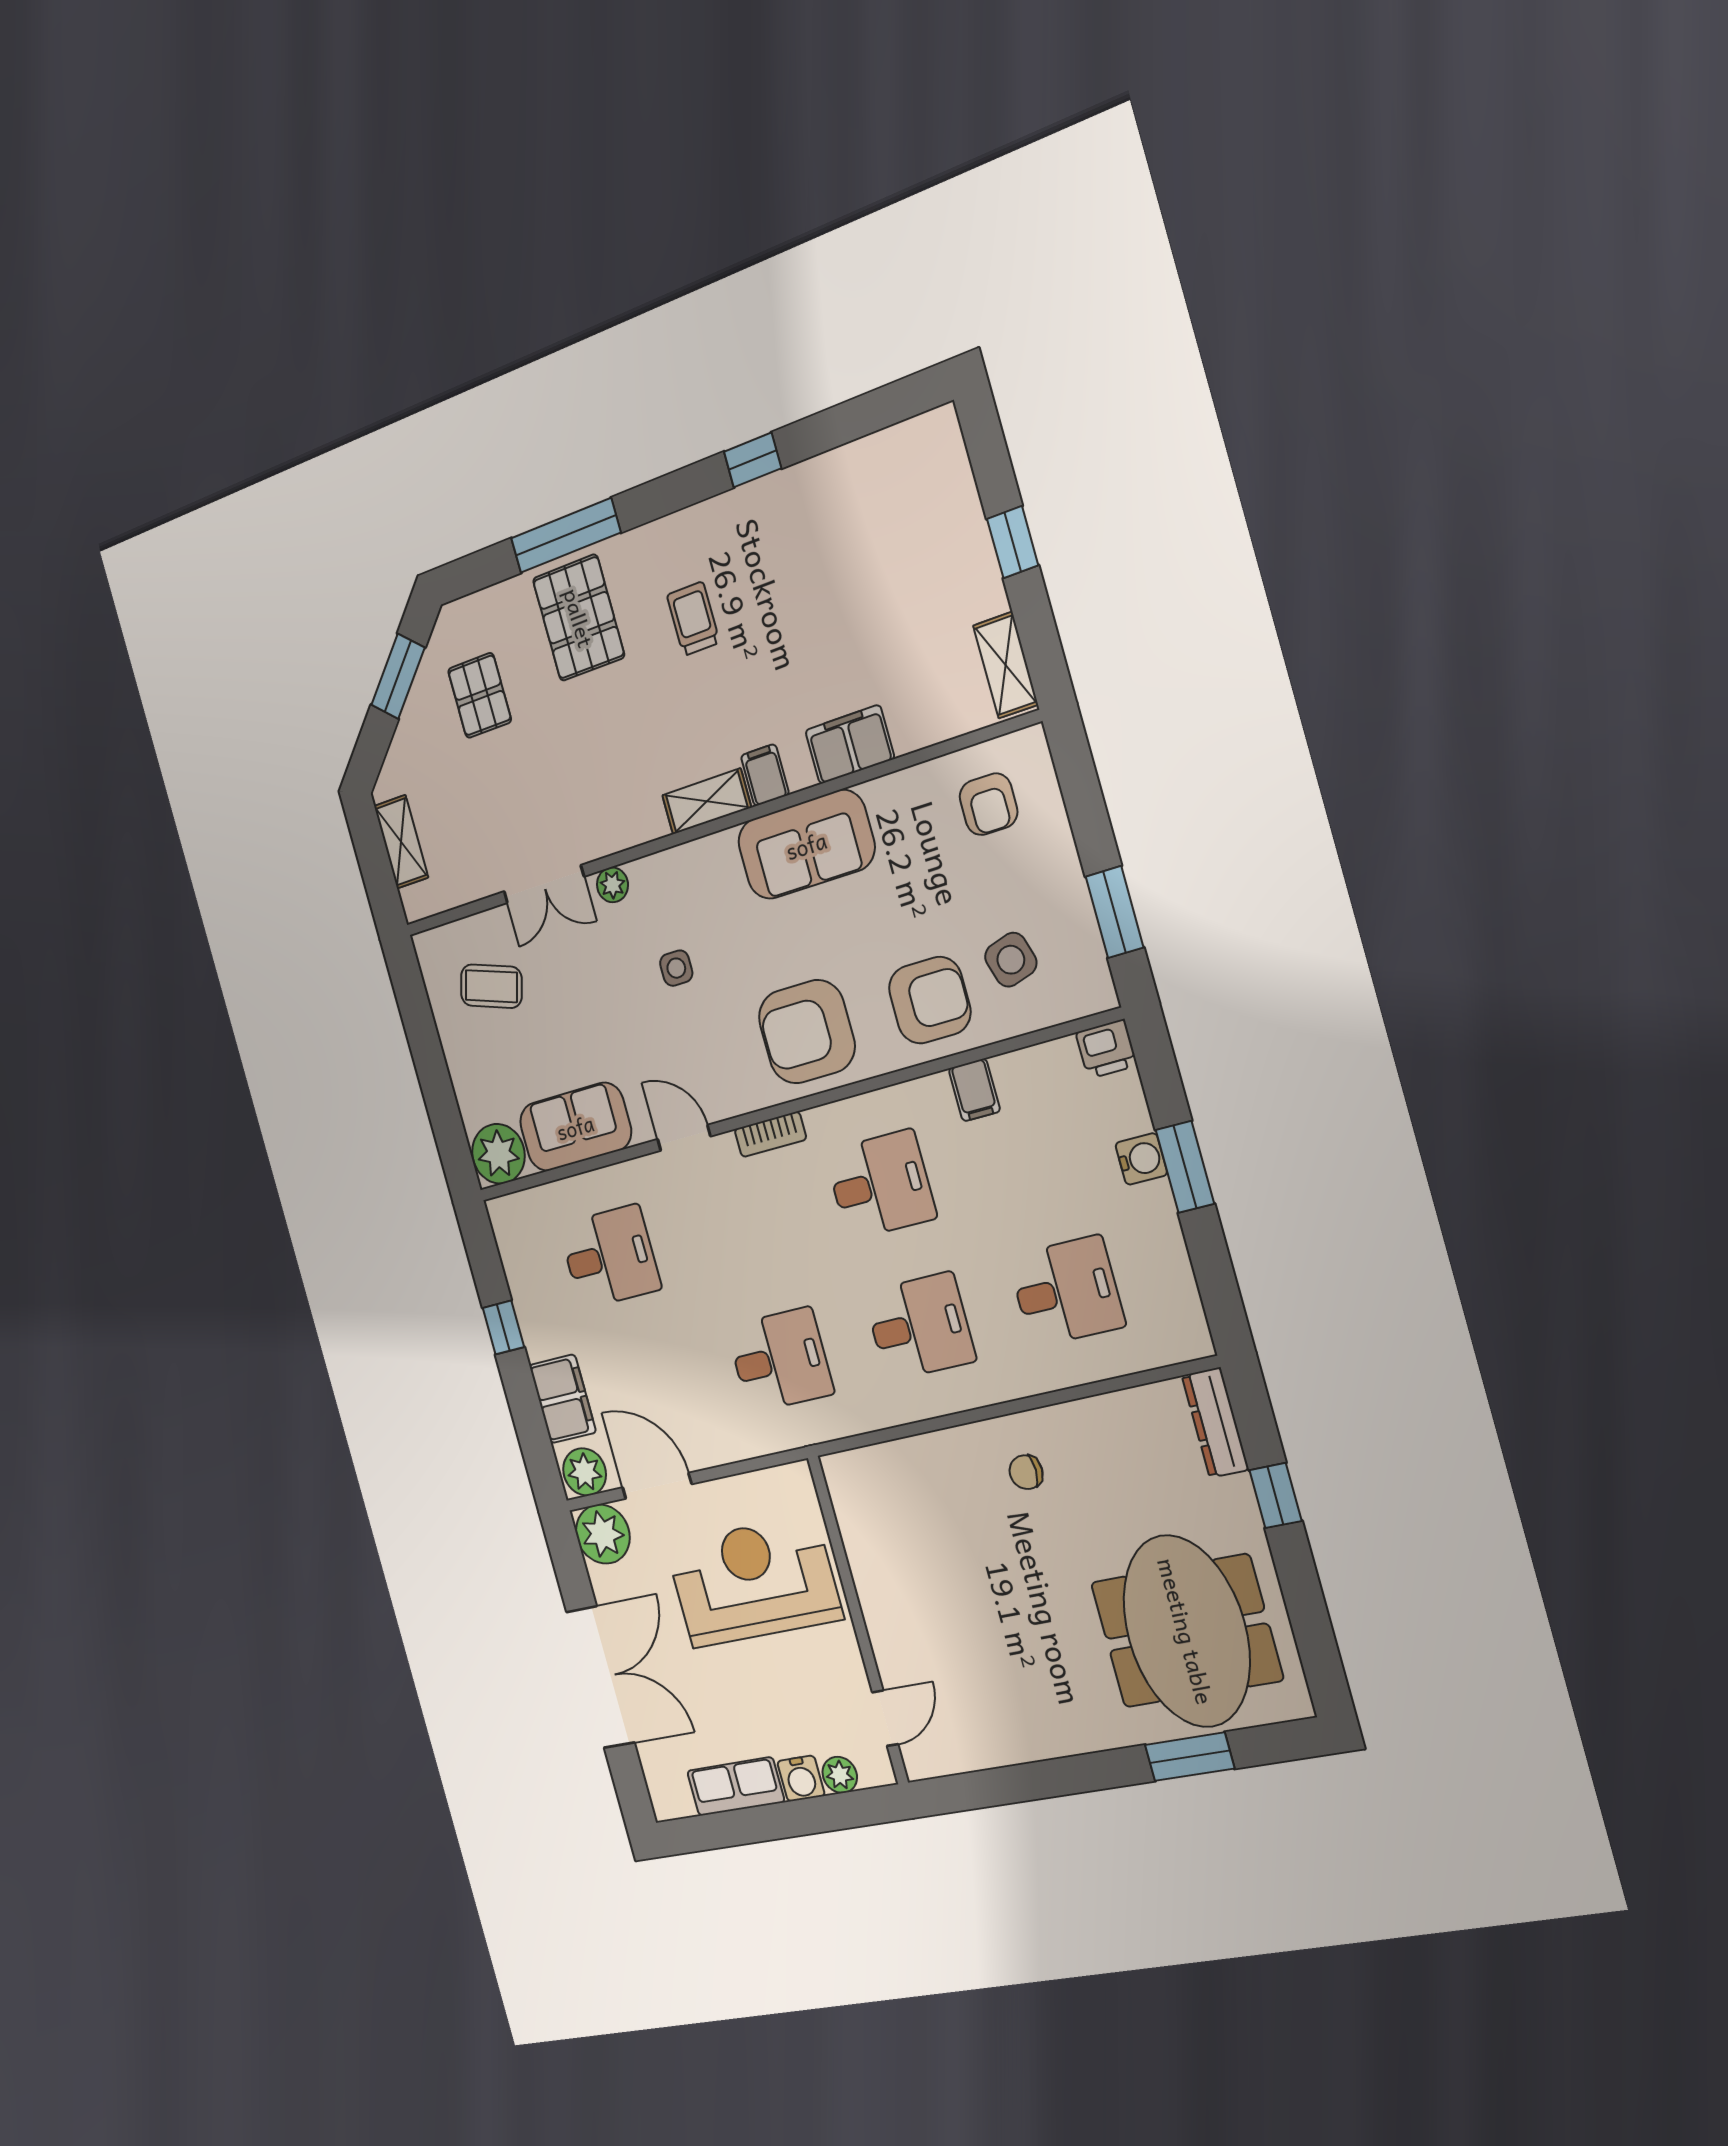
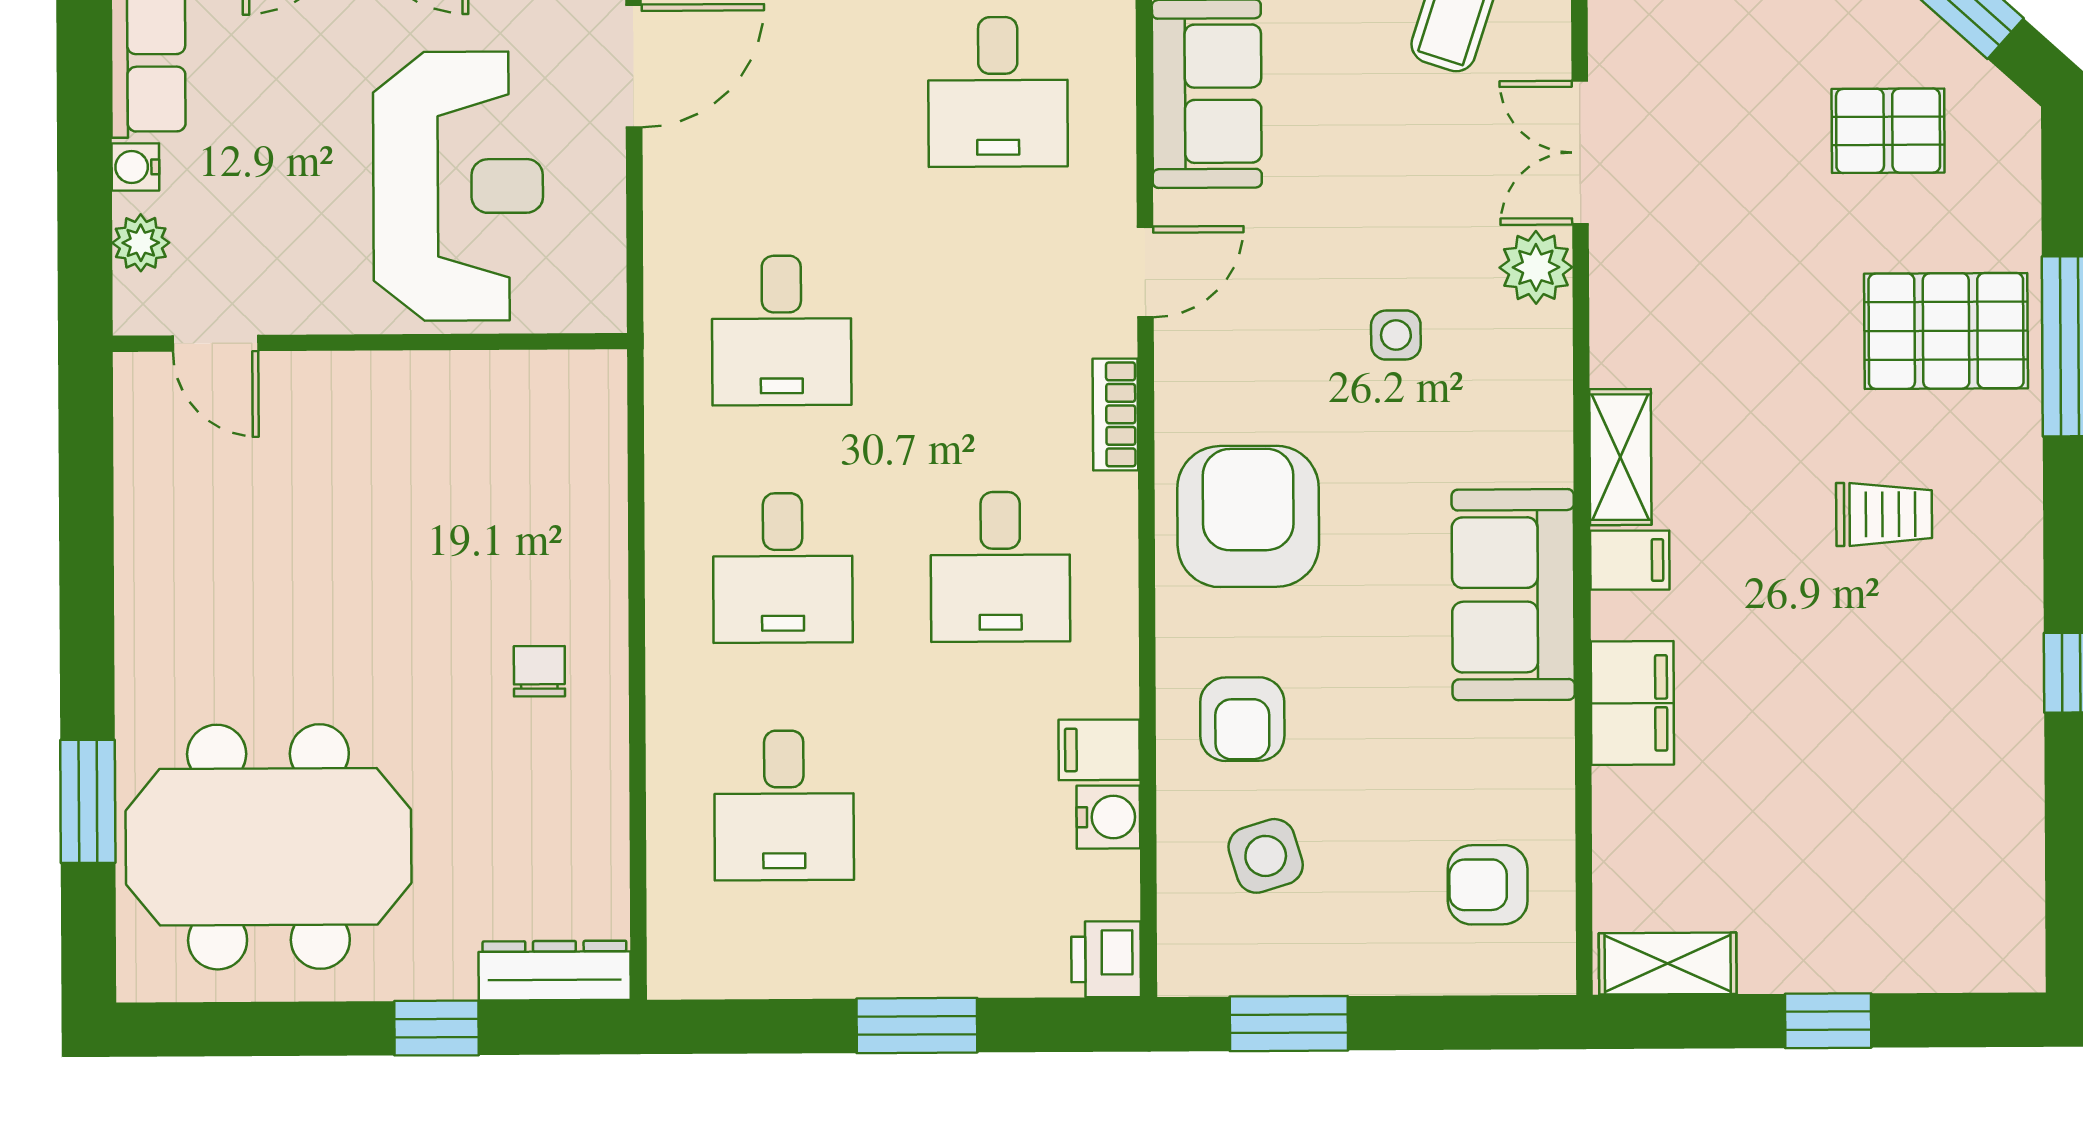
plant: (612, 885) -> (1536, 267), width x1.38, depth x1.38
armchair: (930, 1000) -> (1242, 719), width x0.72, depth x0.72
water cooler: (1141, 1159) -> (1108, 817), moved, turned -90
water cooler: (801, 1778) -> (135, 167), width x0.72, depth x0.72

